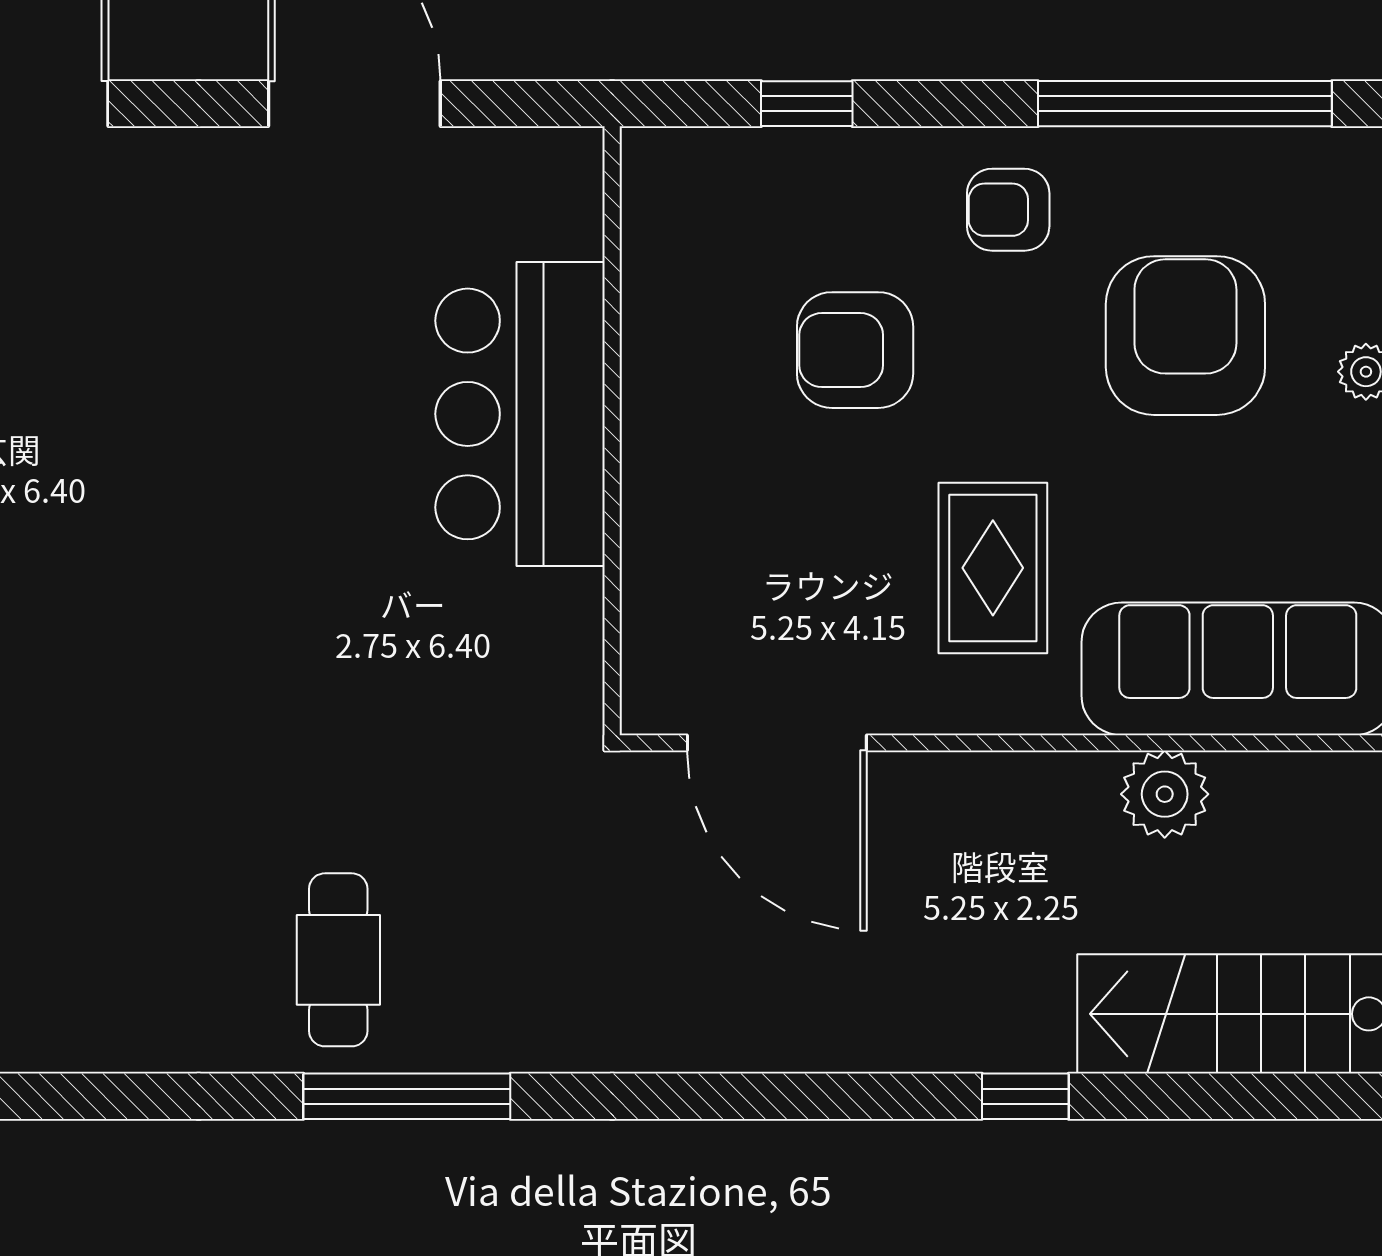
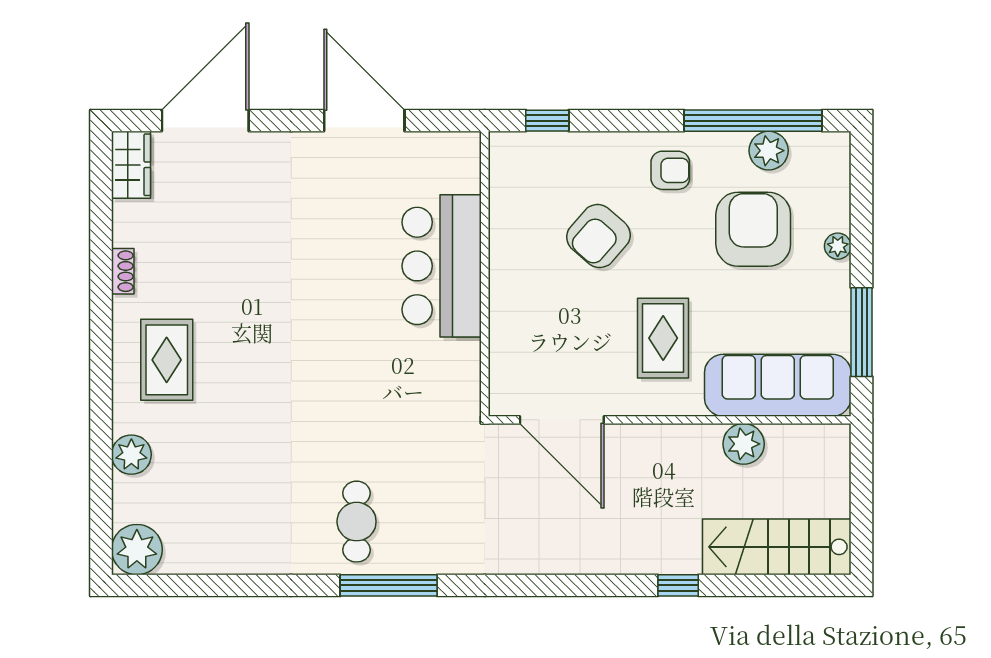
window: (807, 104) -> (547, 121), moved
plant: (1218, 168) -> (769, 151), added
armchair: (1008, 210) -> (670, 170), turned 180
armchair: (855, 350) -> (599, 236), turned -49

